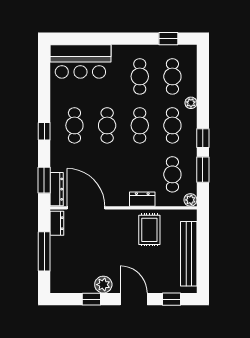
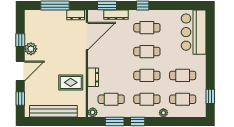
dresser: (57, 189) -> (116, 15), moved

